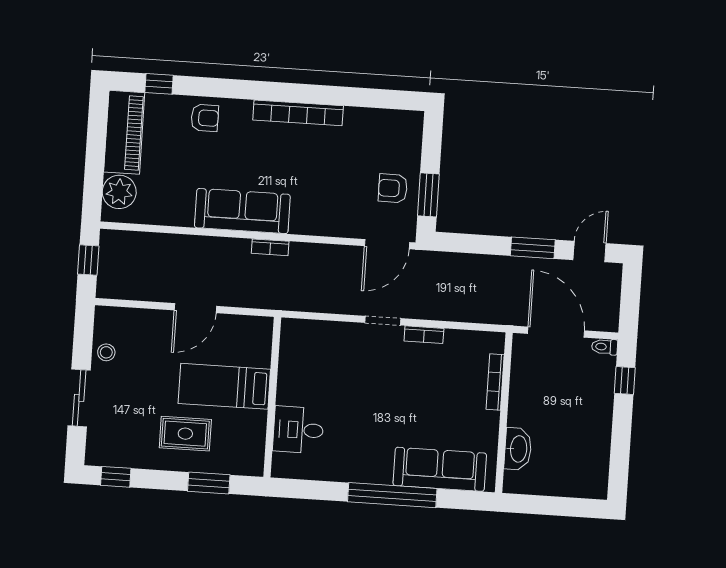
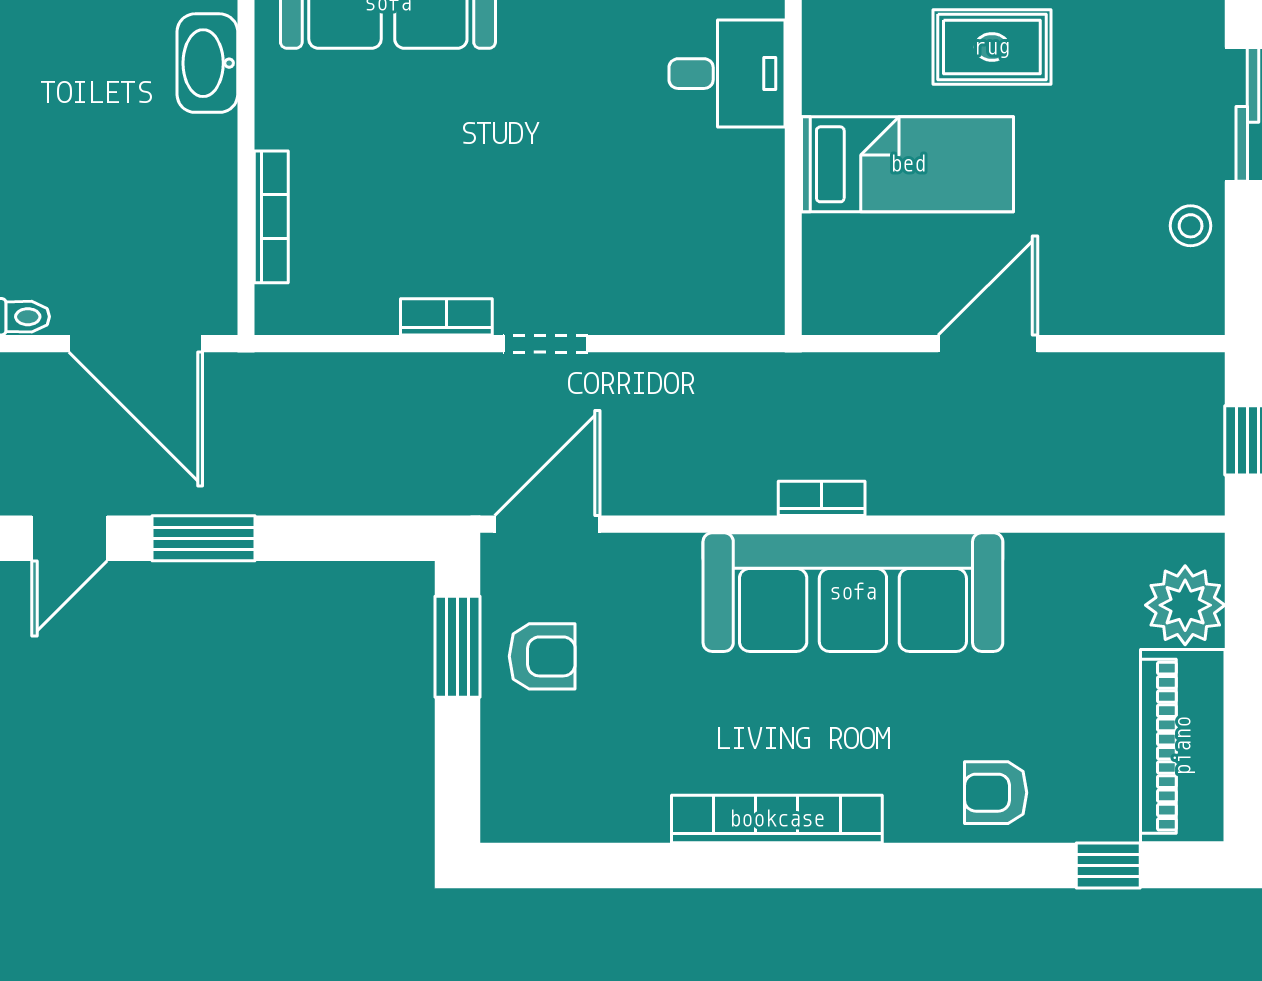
sofa: (242, 211) -> (853, 592), width x1.36, depth x1.27

